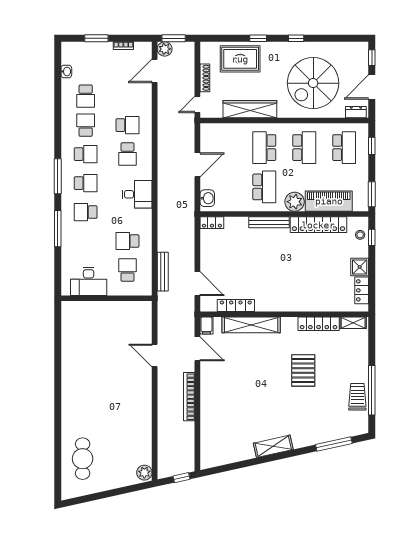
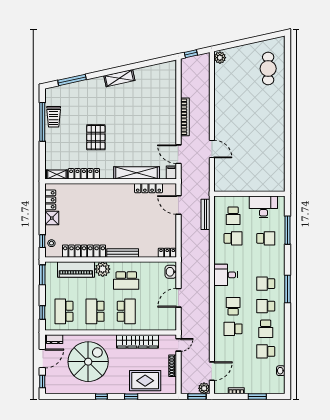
school desk: (86, 96) -> (266, 351), turned -90
school desk: (264, 187) -> (126, 281), turned -90
school desk: (86, 212) -> (266, 238), moved
window: (58, 229) -> (287, 230), moved

